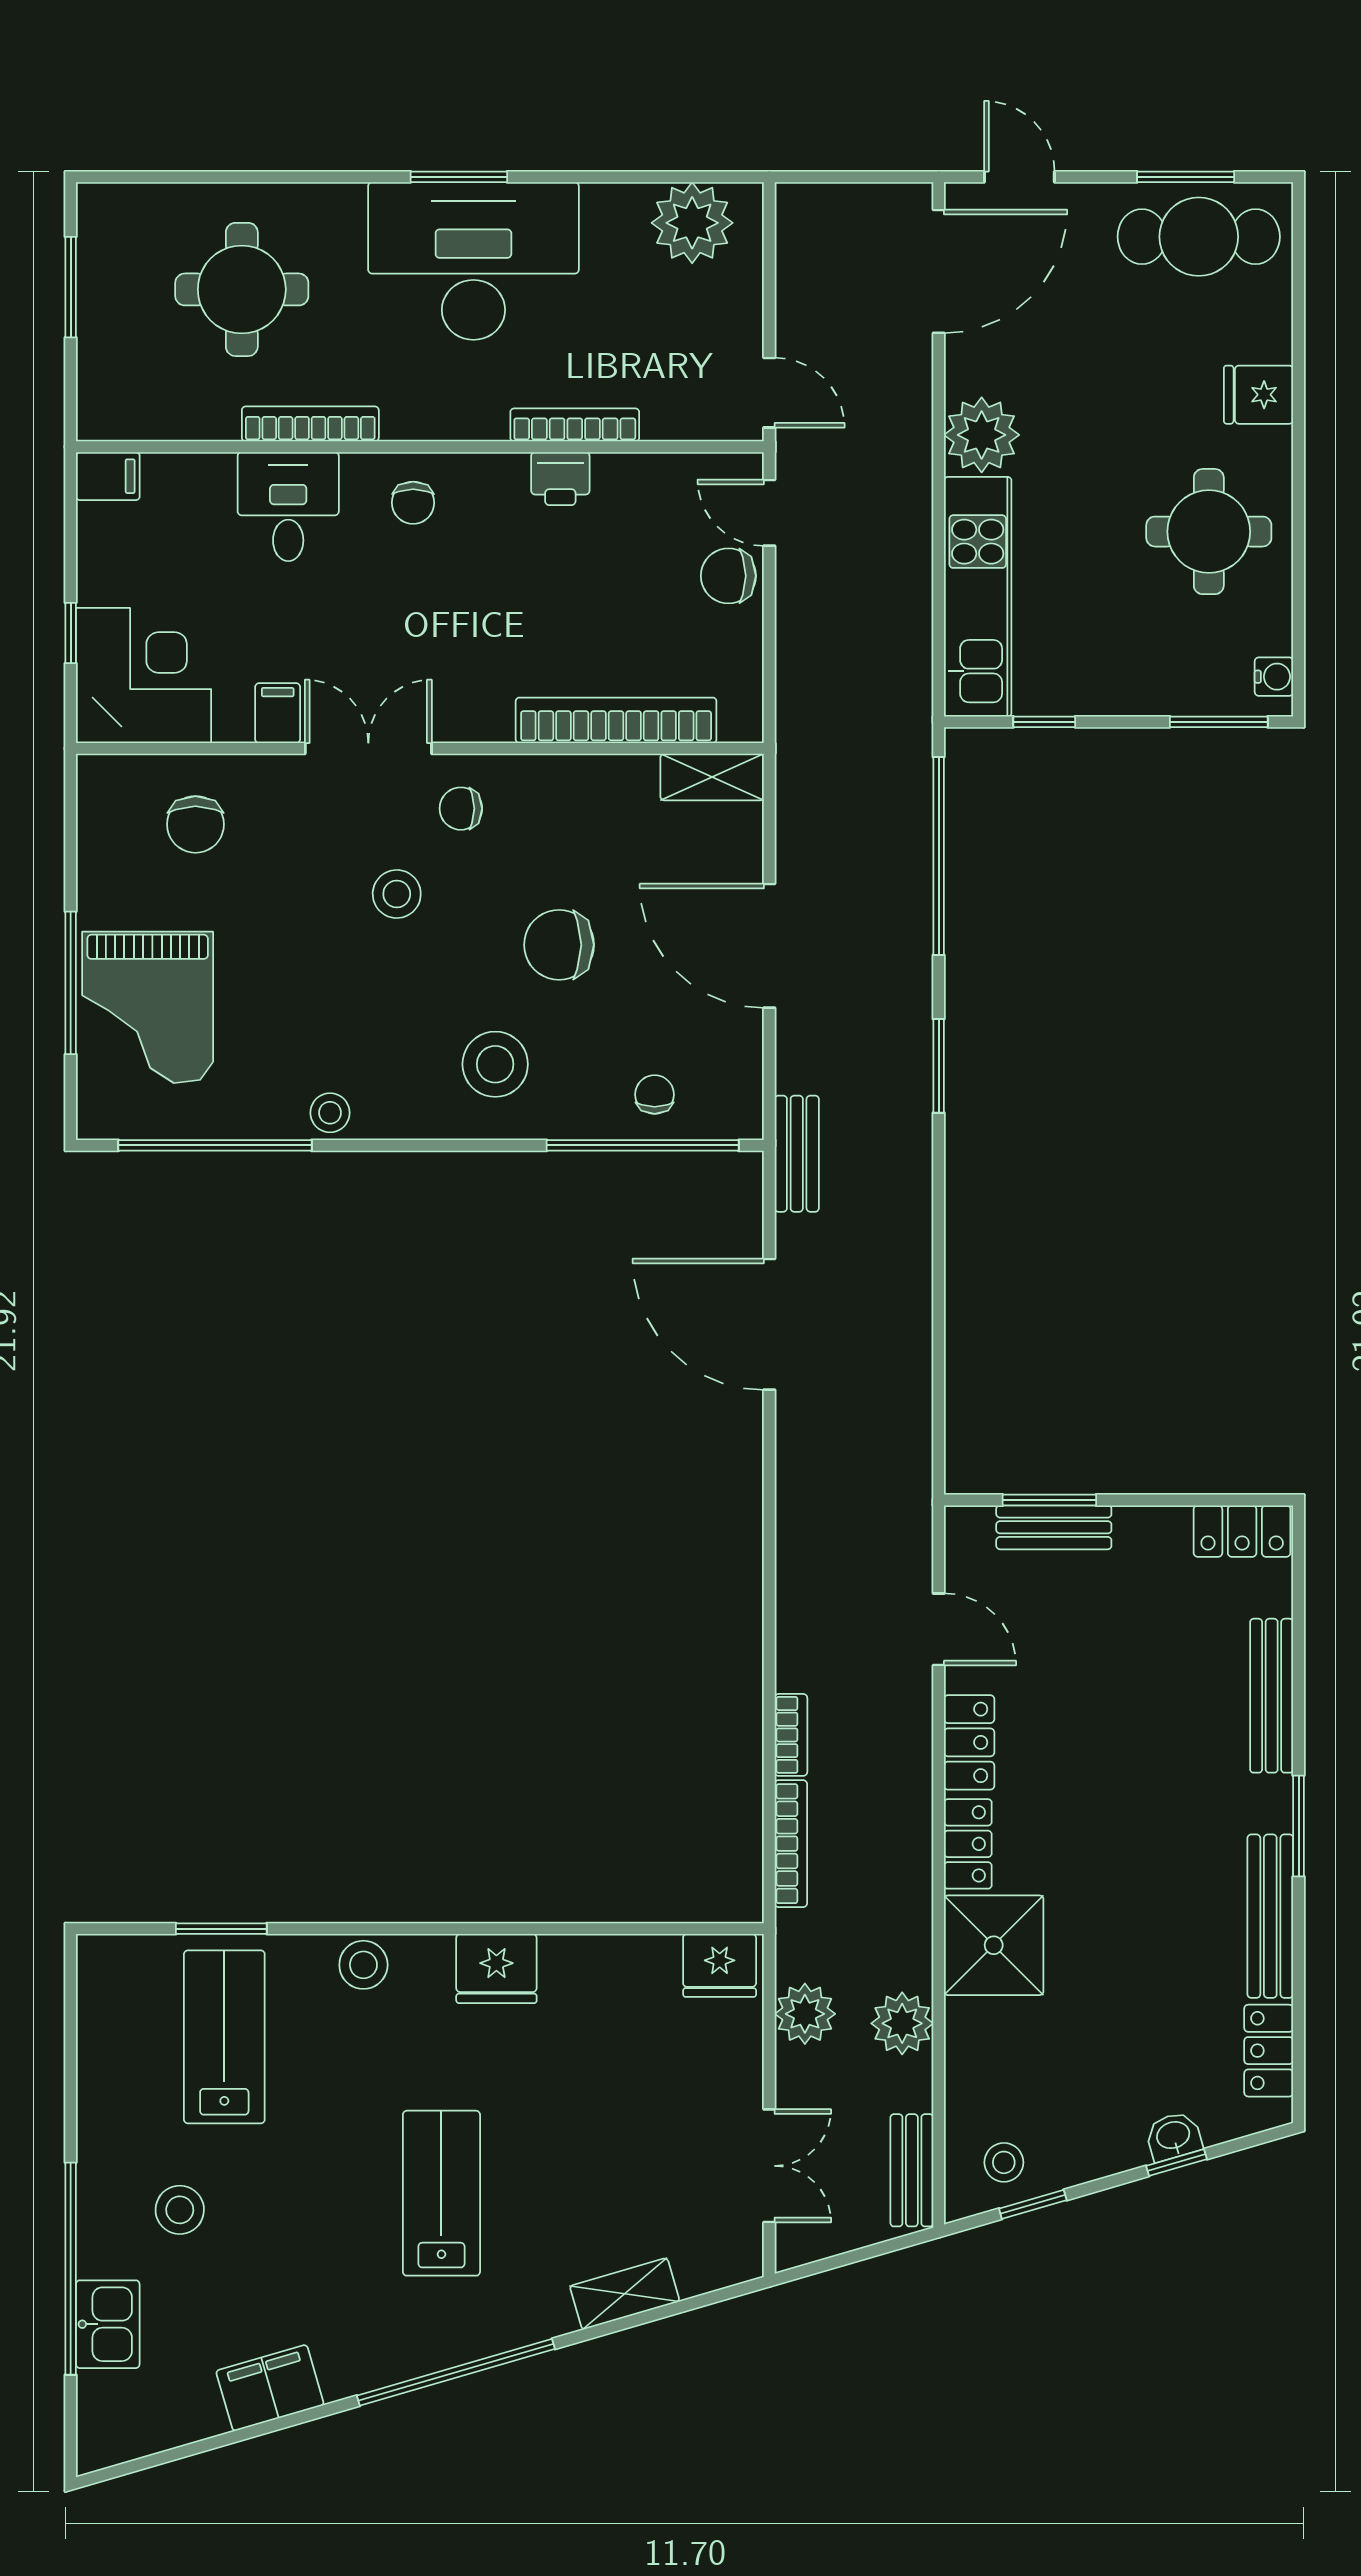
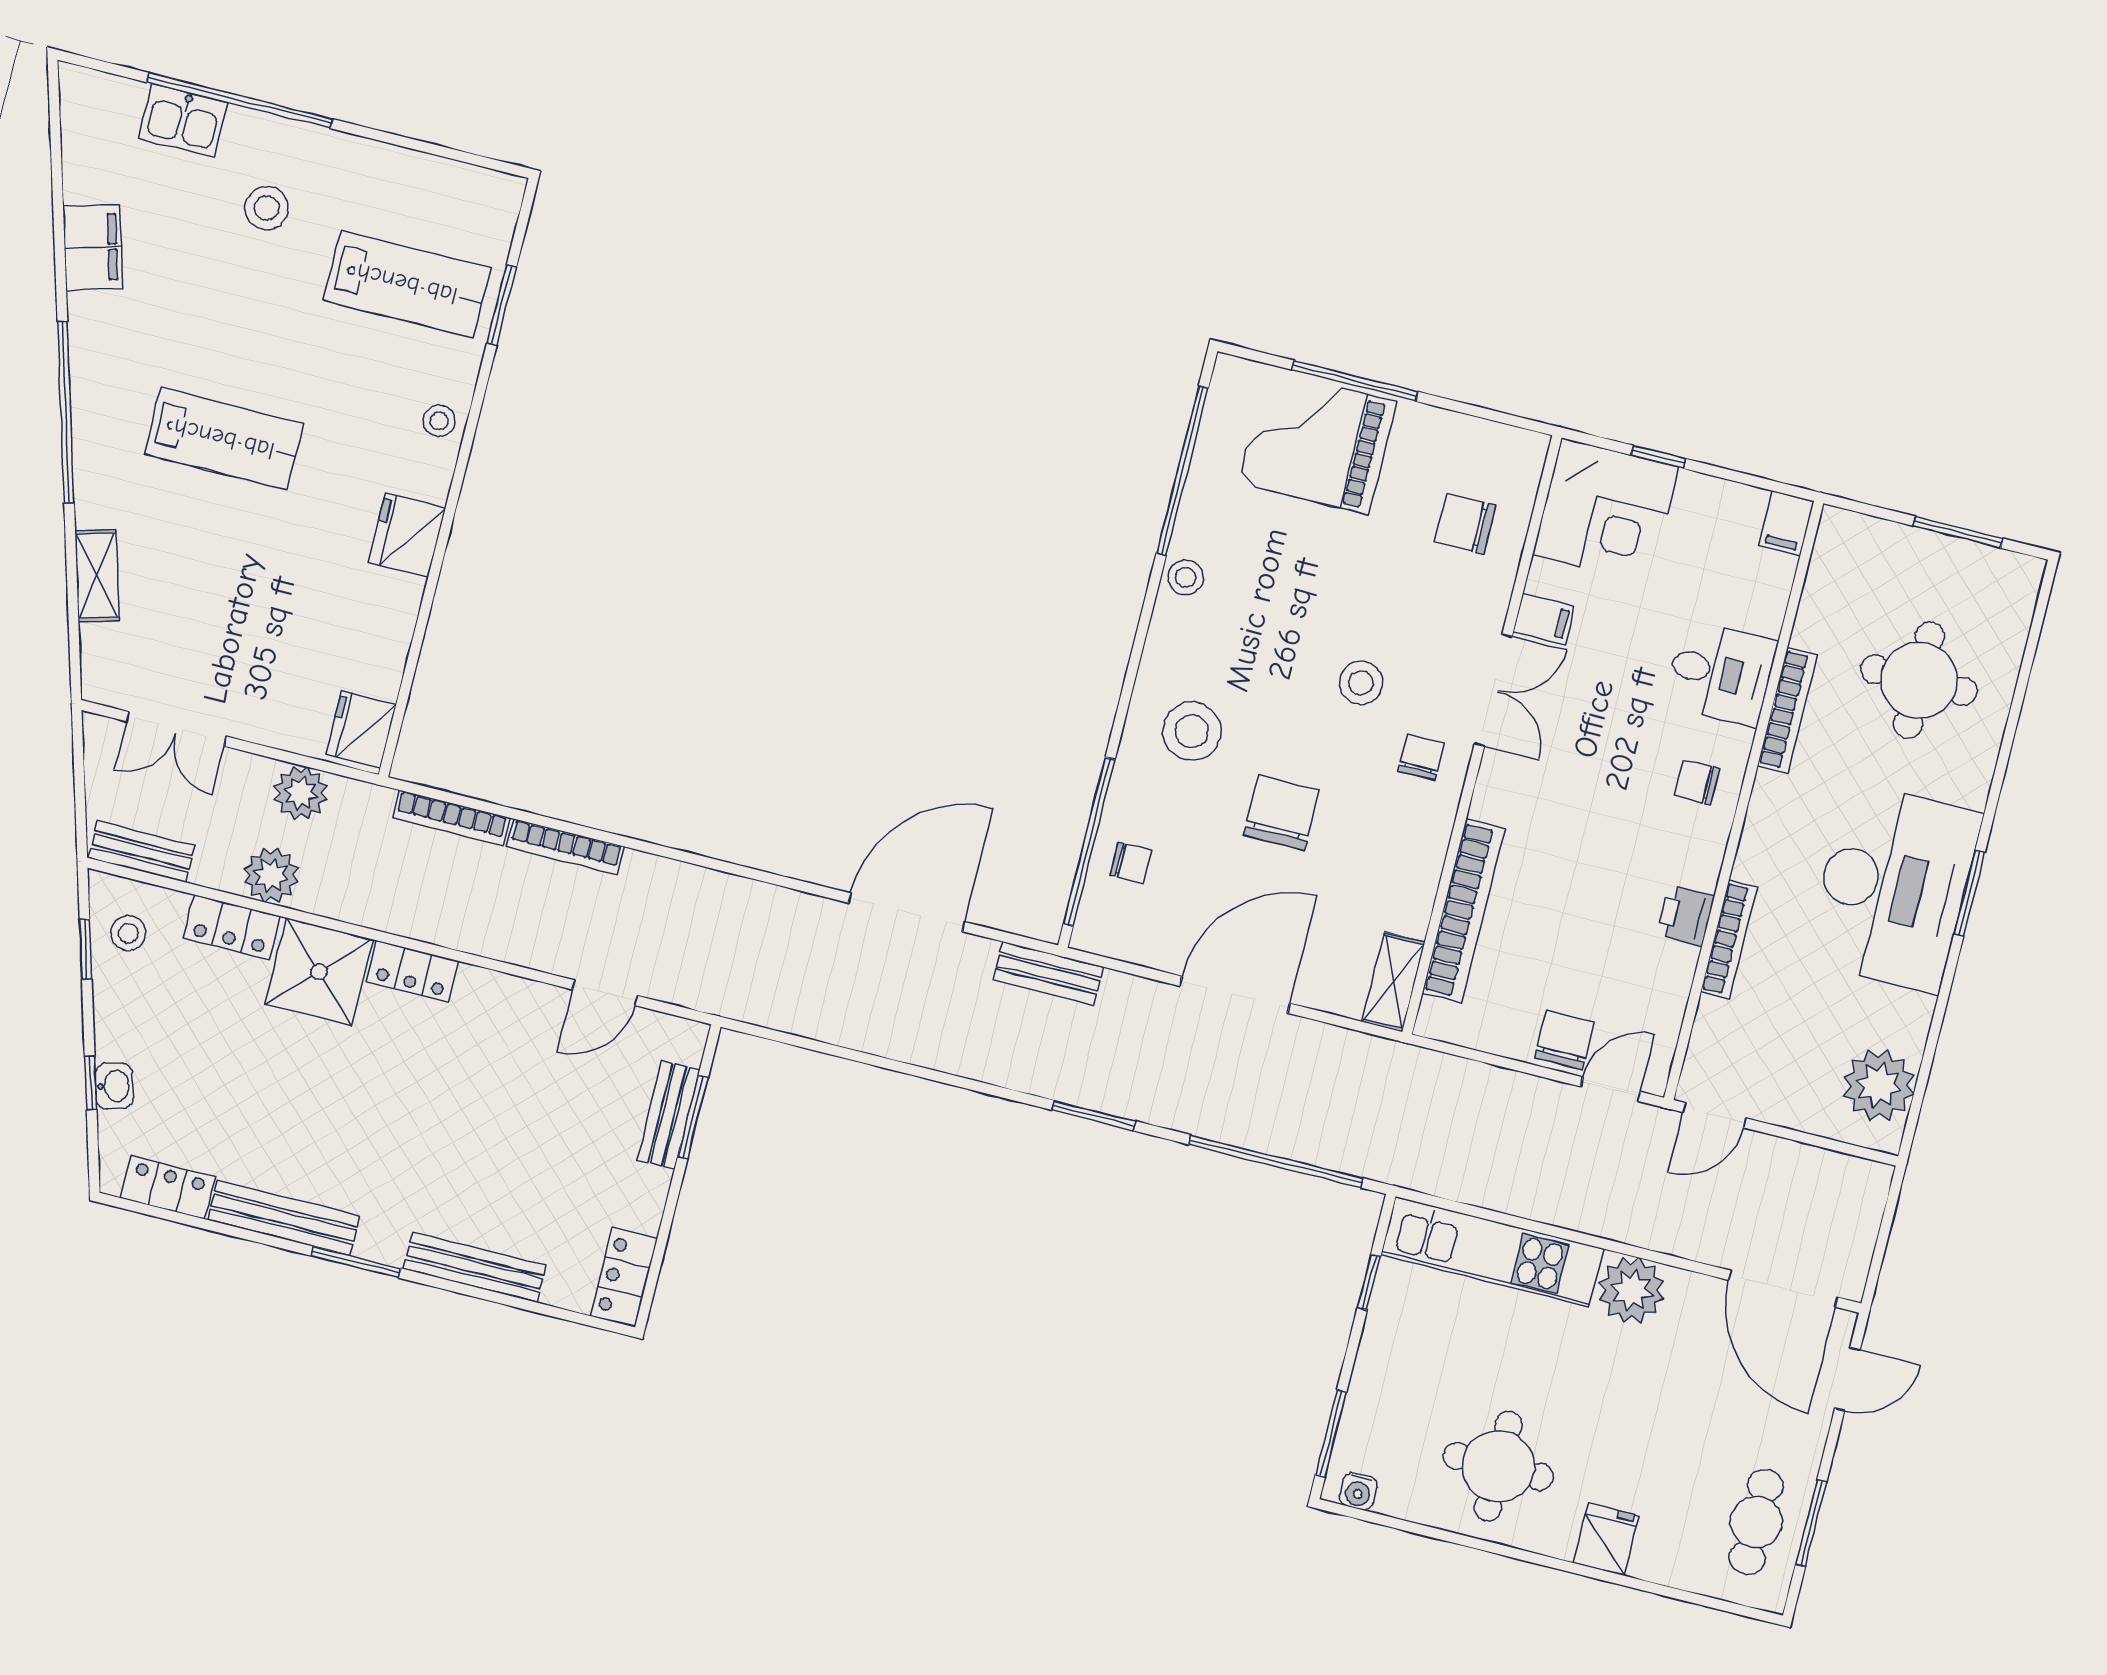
cafe table: (1199, 237) -> (1756, 1522), width x0.73, depth x0.74
bookcase: (791, 1735) -> (565, 847), width x1.56
locker: (969, 1742) -> (232, 927), moved
stool: (363, 1965) -> (439, 421), width x0.73, depth x0.73

